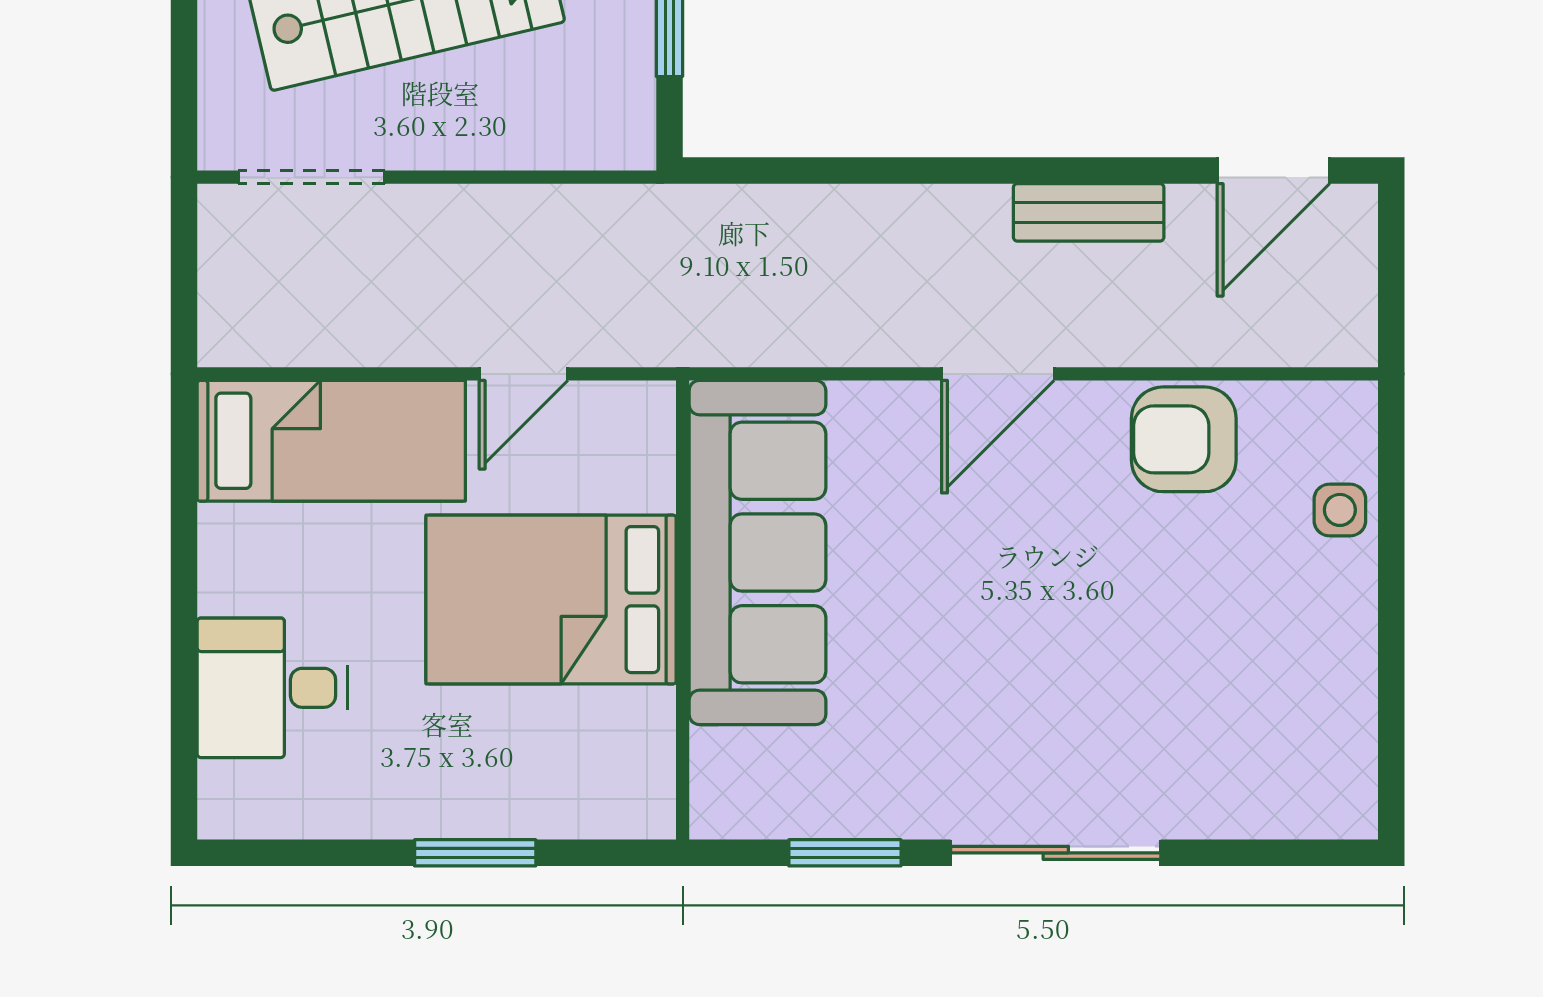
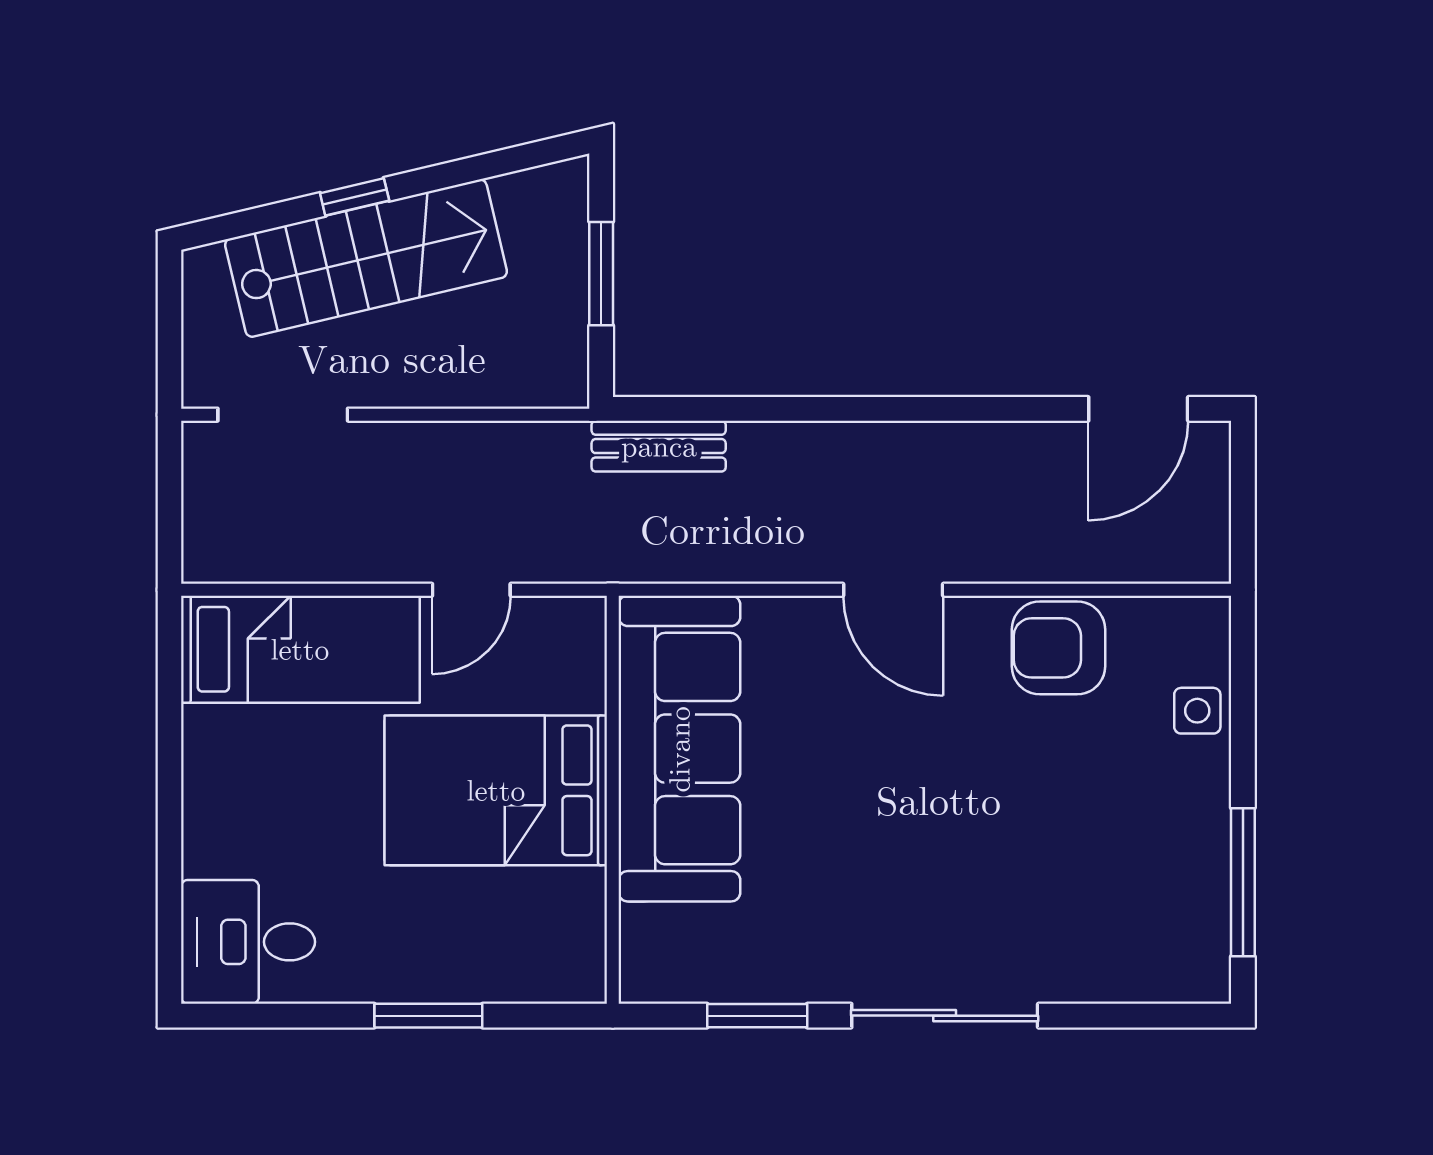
bench: (1089, 212) -> (659, 446), moved
door: (998, 374) -> (893, 590), hinge flipped
desk: (272, 688) -> (248, 942), moved
window: (1391, 703) -> (1243, 882), added

